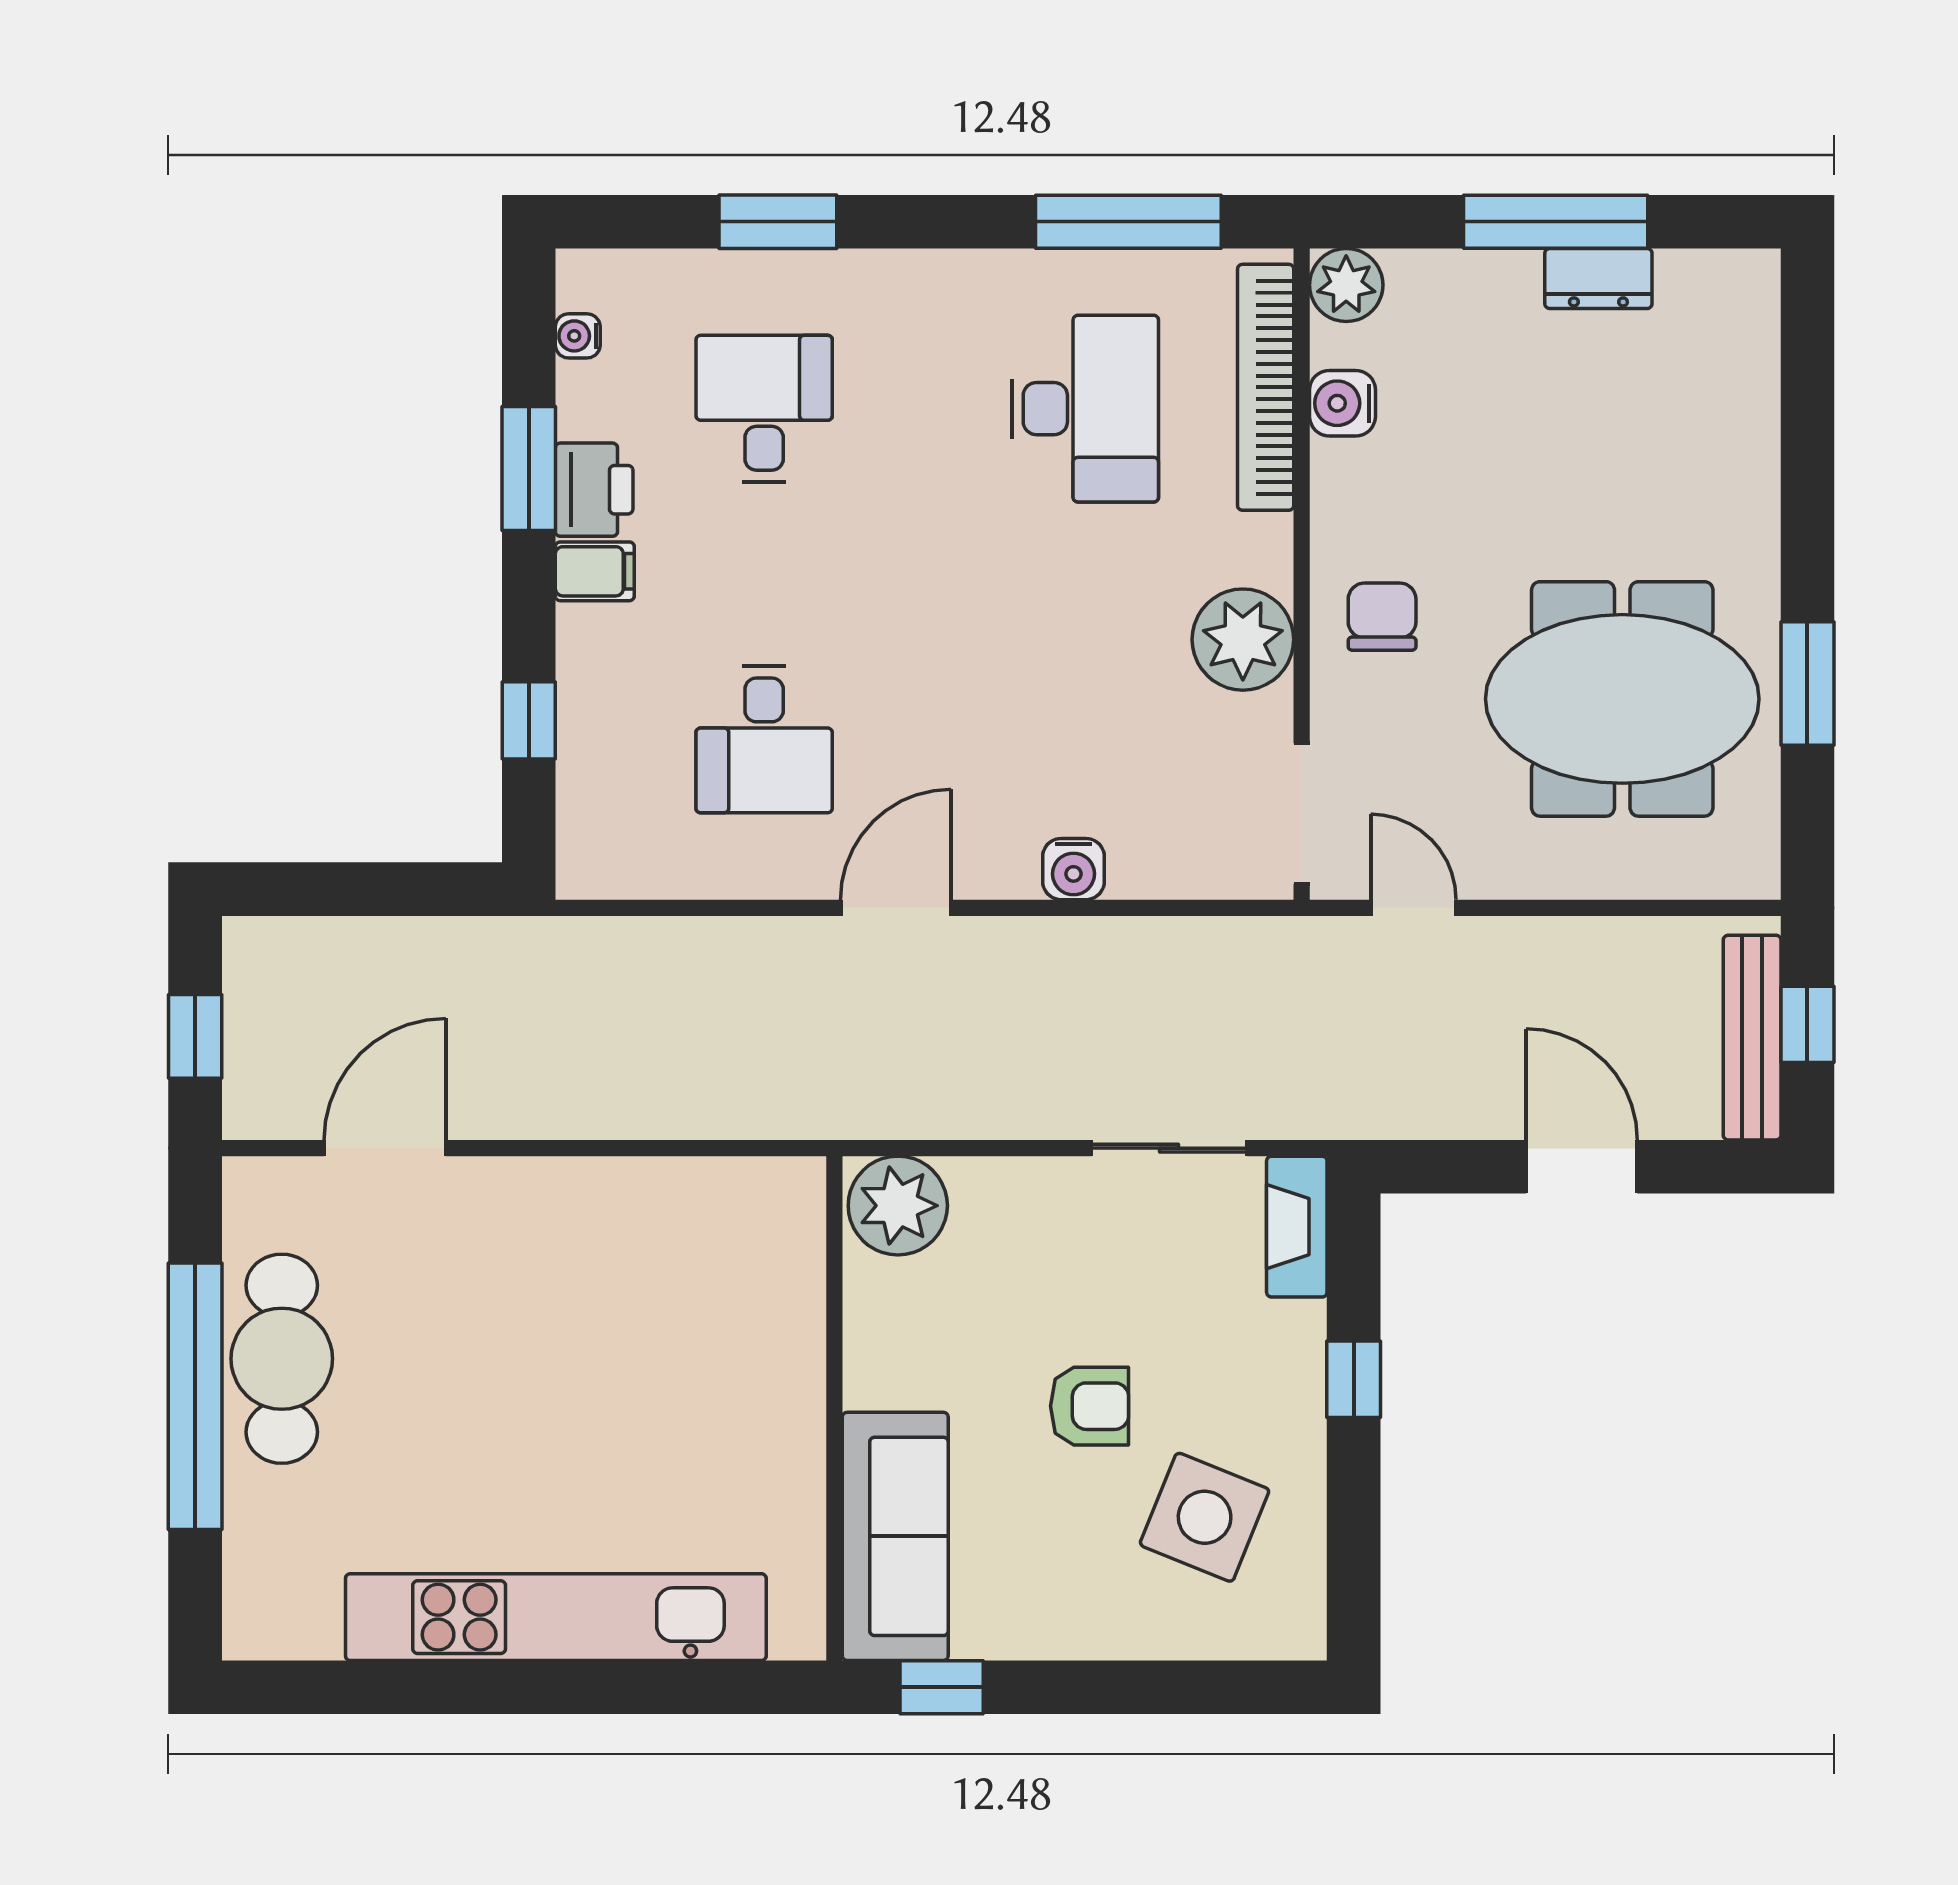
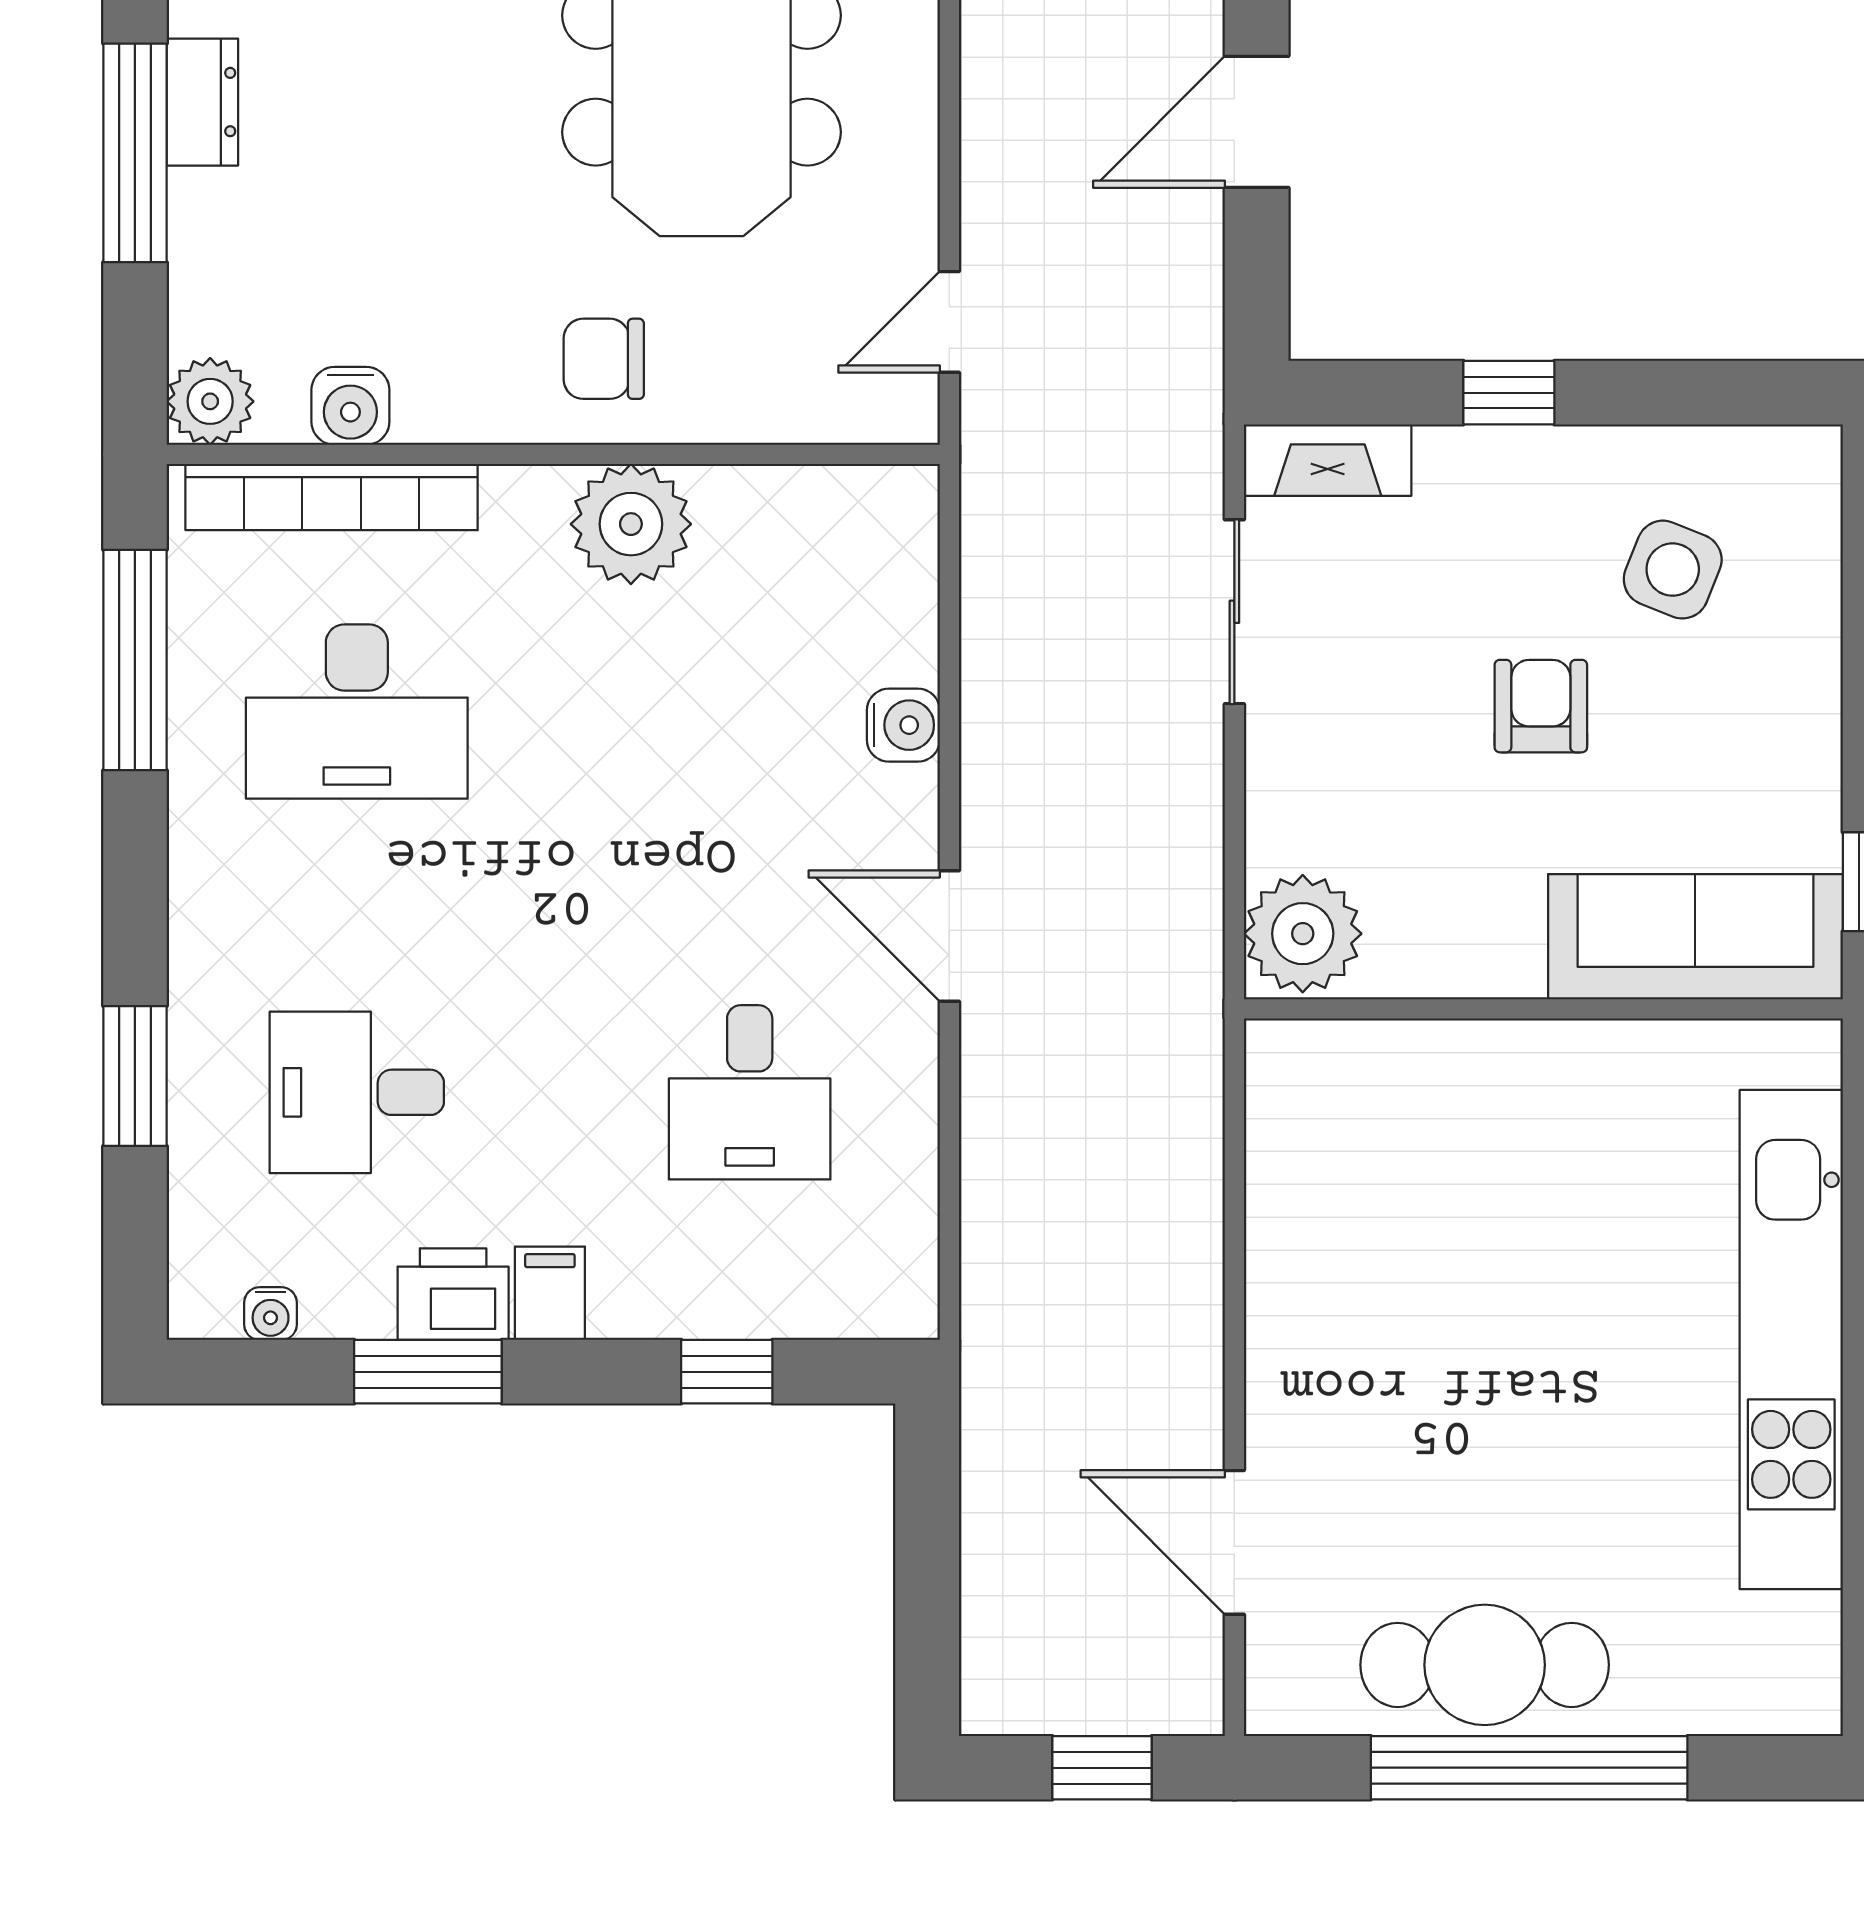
desk: (1085, 409) -> (357, 711), turned 180
desk: (764, 740) -> (750, 1092), turned 90
doorway: (1302, 814) -> (837, 454), removed
side table: (1205, 1517) -> (1673, 570), width x0.73, depth x0.73

